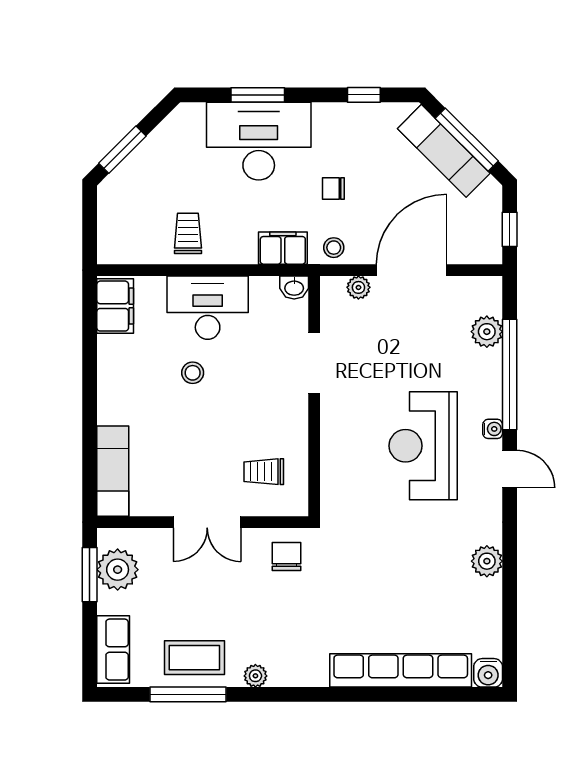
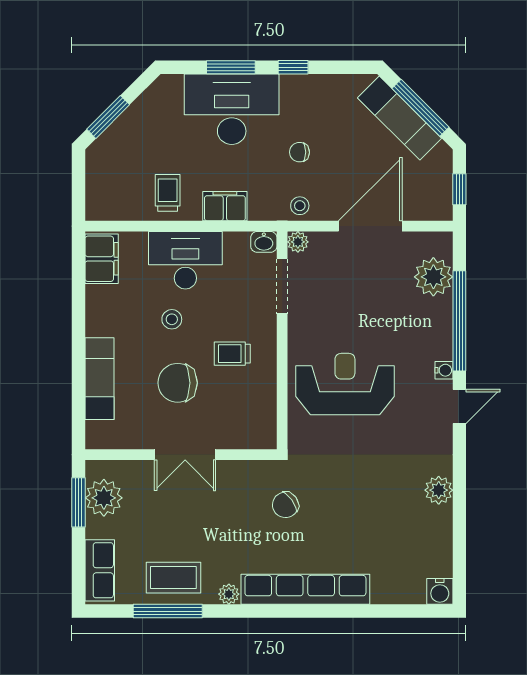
window: (364, 95) -> (293, 67), moved
filing cabinet: (283, 248) -> (225, 206), moved
plant: (358, 287) -> (298, 242), moved
plant: (487, 332) -> (433, 277), width x1.36, depth x1.36
doorway: (314, 363) -> (282, 286), moved
chair: (199, 443) -> (178, 383), added
reception desk: (423, 446) -> (345, 384), moved, turned 90
door: (510, 469) -> (459, 407), hinge flipped
exam couch: (113, 471) -> (99, 379), moved
trolley: (264, 472) -> (232, 354), moved
chair: (287, 557) -> (285, 505), moved, turned -125
row of seats: (401, 670) -> (305, 589), moved

